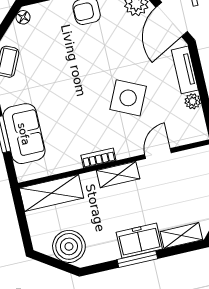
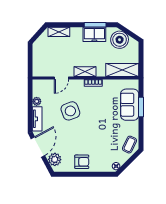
side table: (128, 98) -> (70, 111), turned 45
freezer: (139, 241) -> (94, 34), moved
window: (137, 259) -> (95, 25), moved

